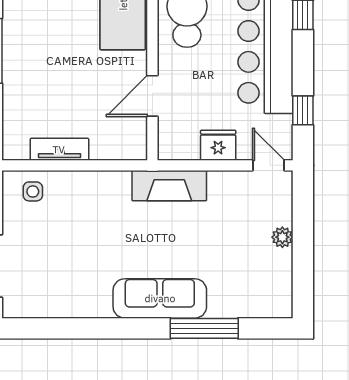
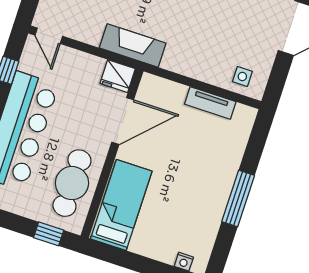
door: (152, 96) -> (123, 121), width x1.36
fridge: (218, 145) -> (118, 76), moved

